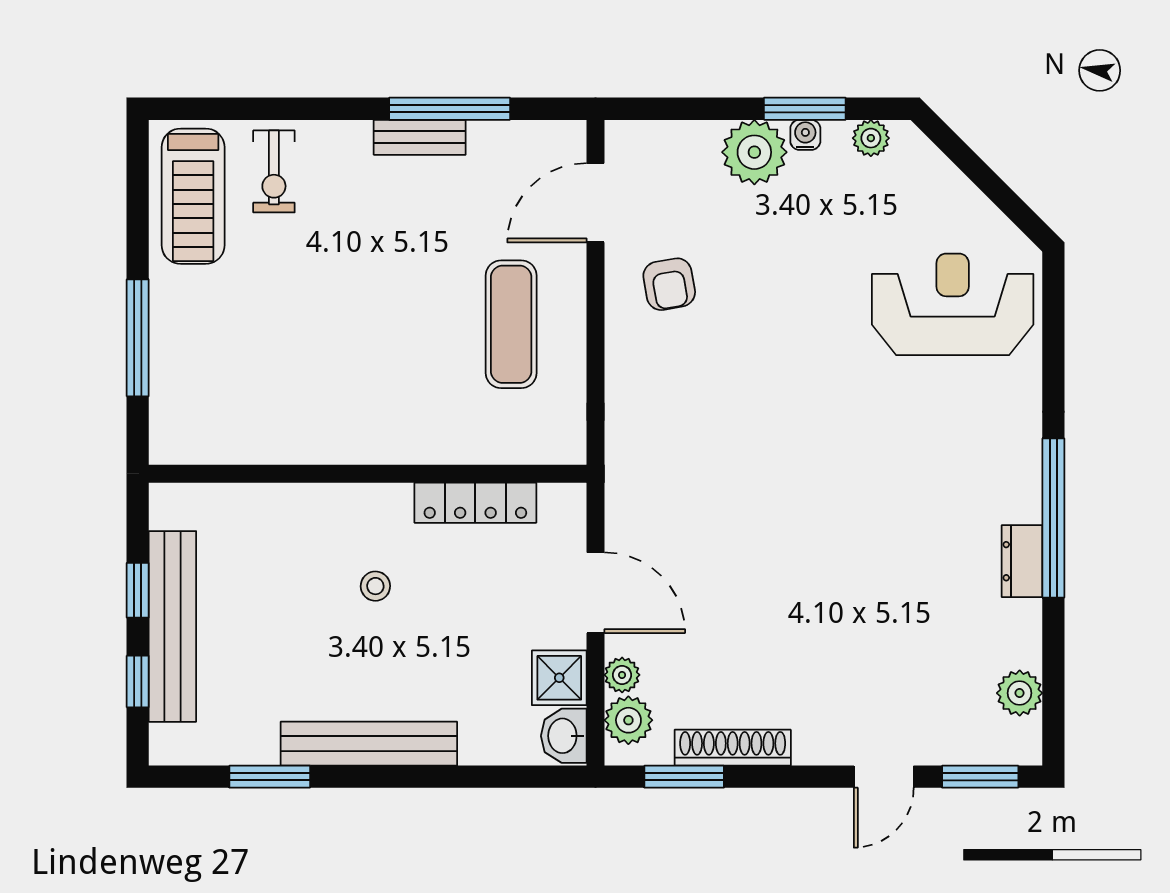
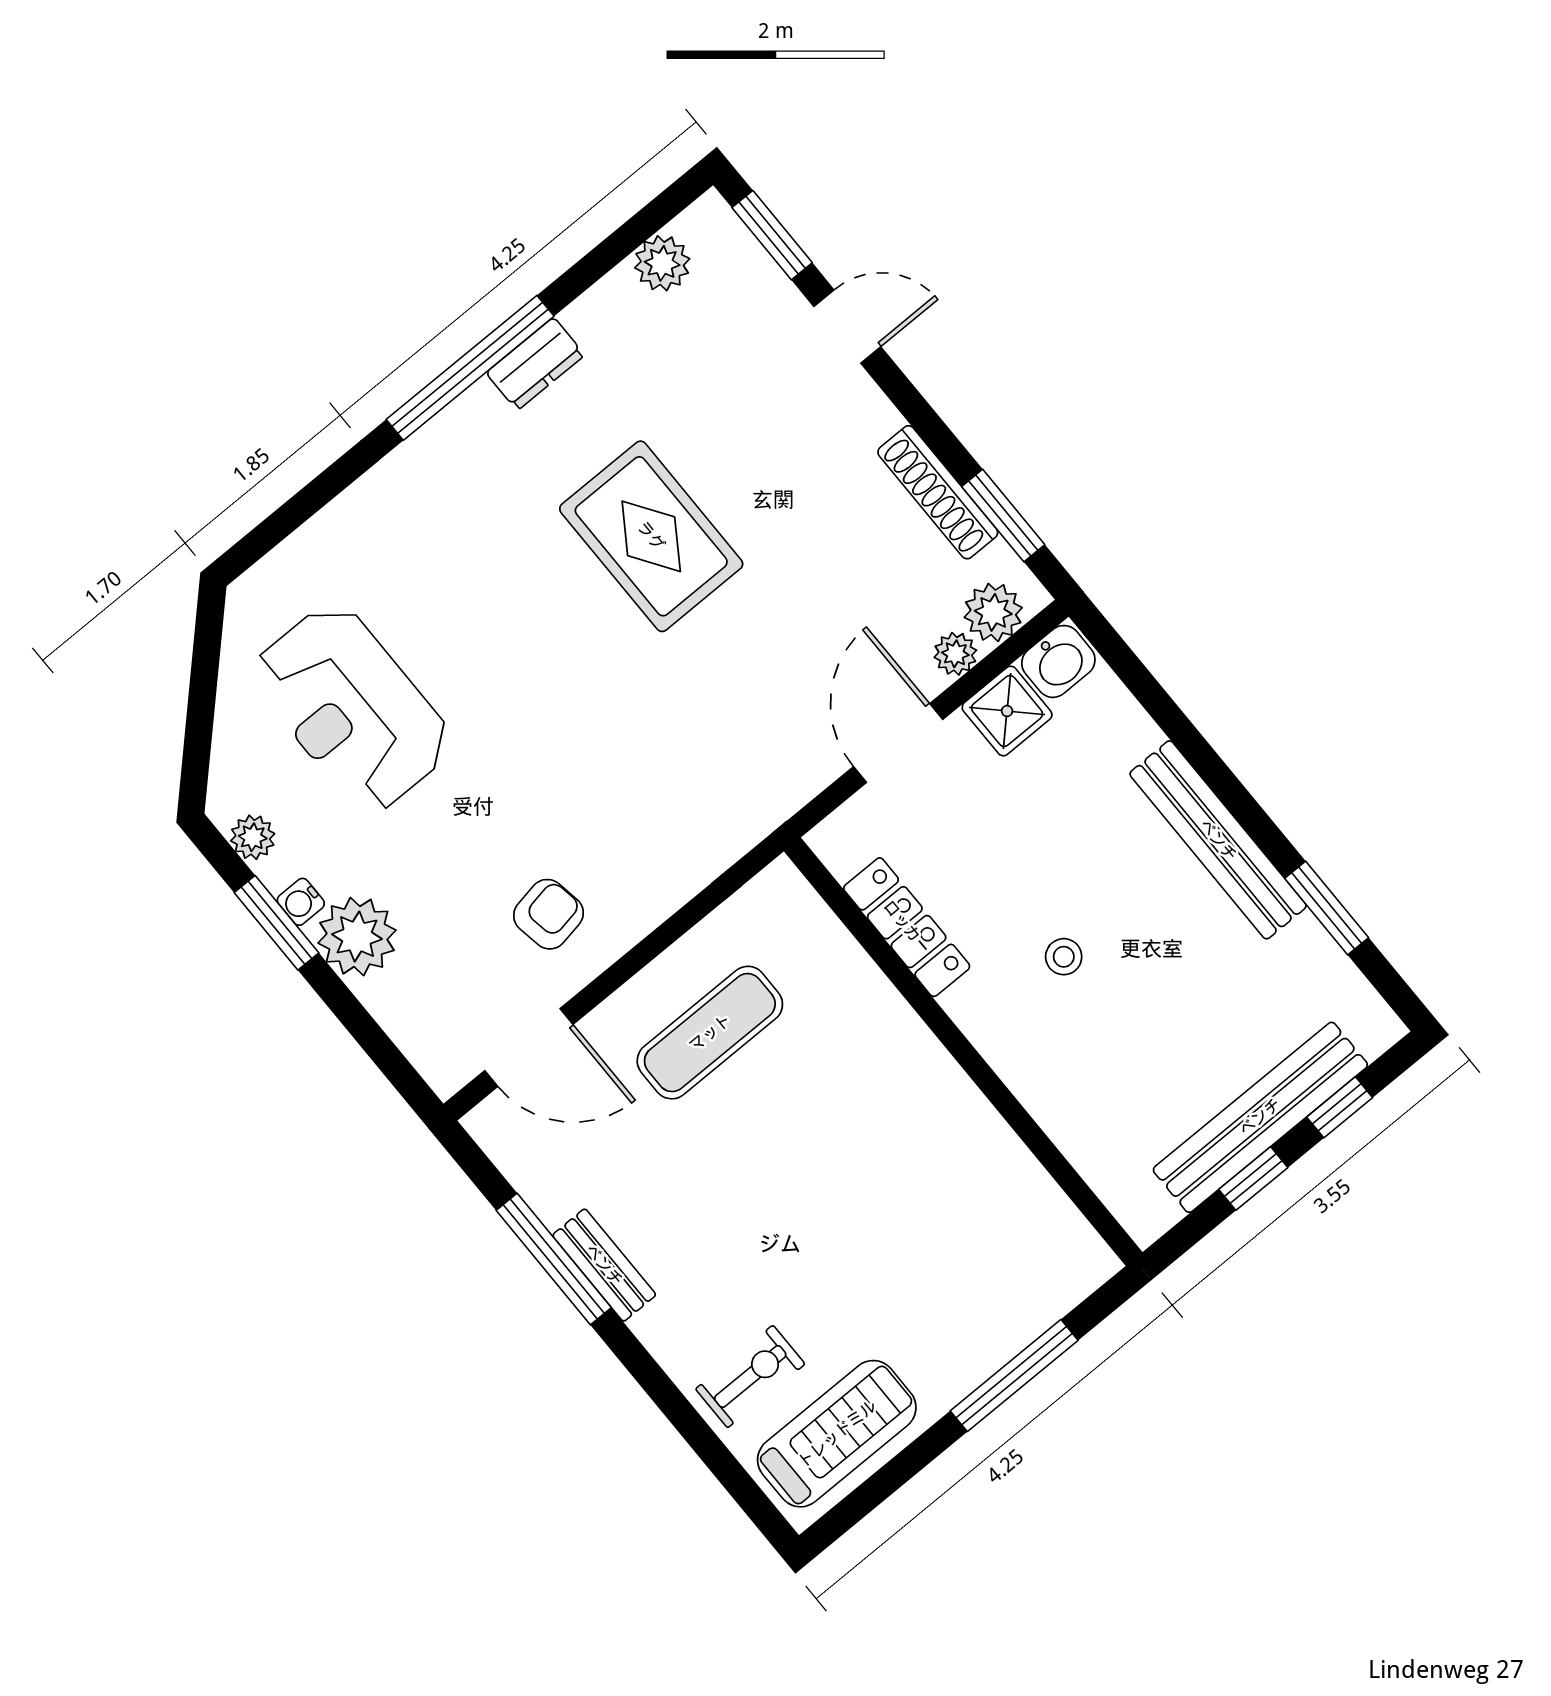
reception desk: (953, 304) -> (352, 708), moved
rug: (854, 545) -> (651, 536), added

